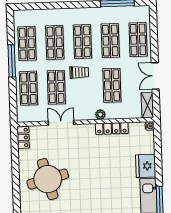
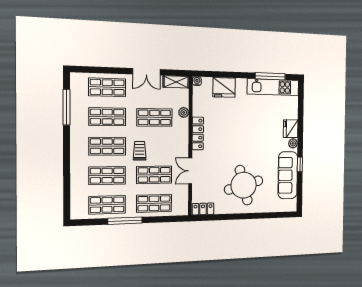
plant: (100, 115) -> (184, 112), moved
locker: (112, 128) -> (198, 133), moved
fridge: (146, 166) -> (224, 87), moved

